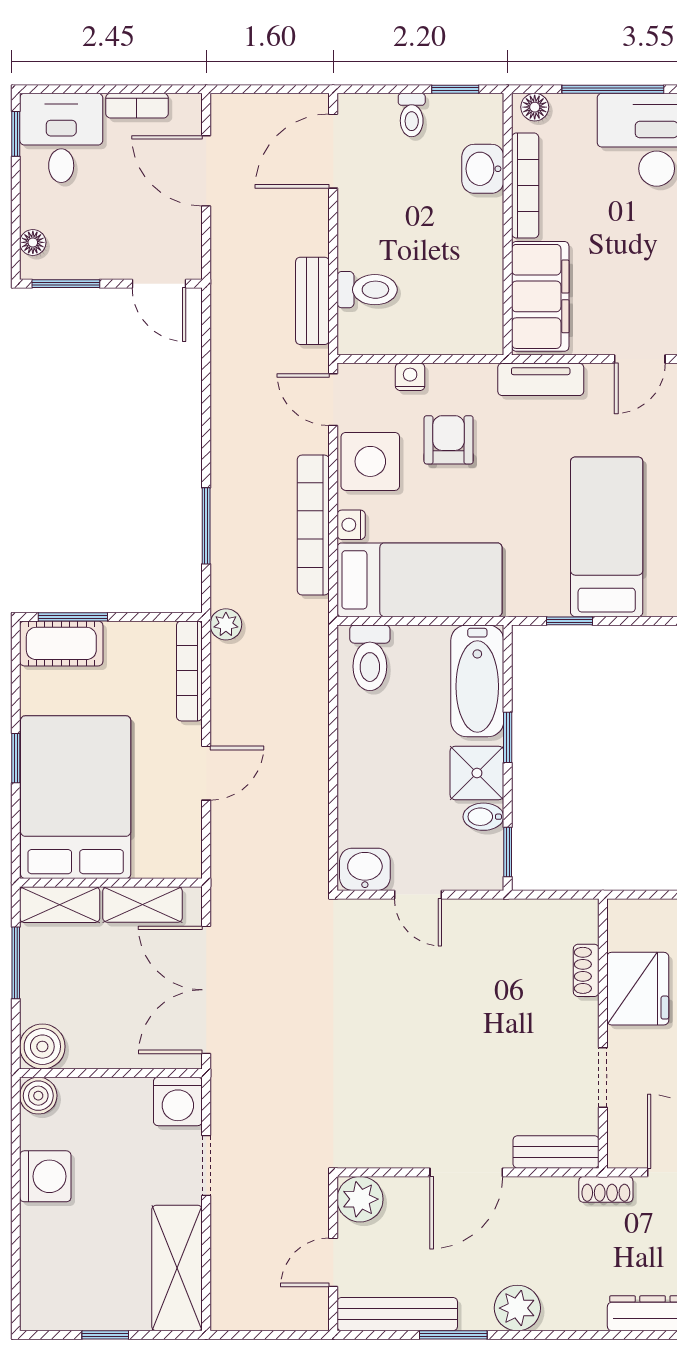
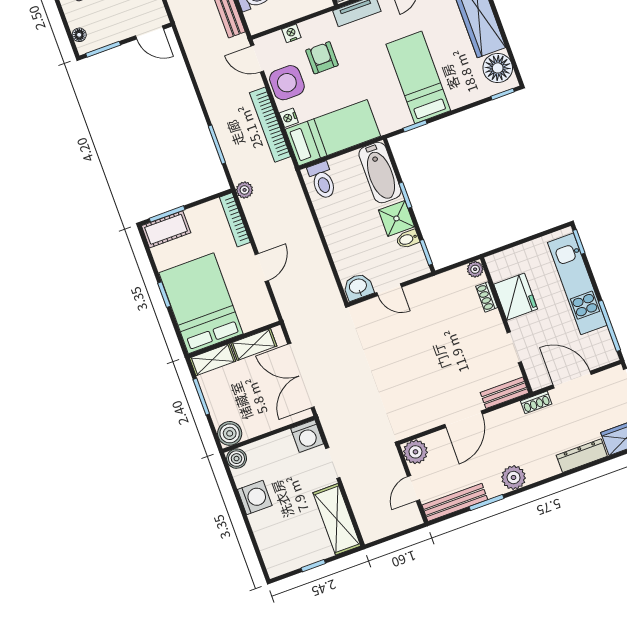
plant: (584, 914) -> (475, 269), added

